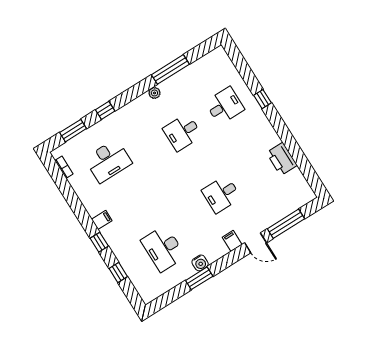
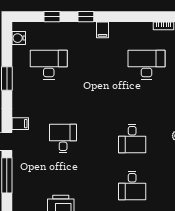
desk: (182, 132) -> (132, 139), turned 180
desk: (108, 161) -> (146, 65), turned 90
water cooler: (200, 263) -> (19, 38), moved

